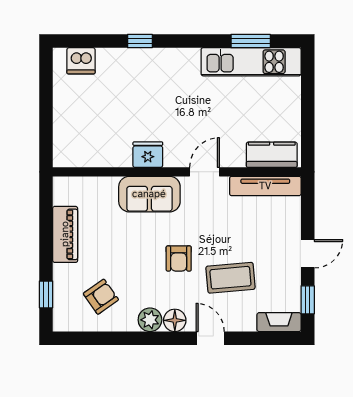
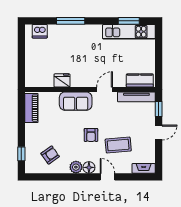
window: (140, 41) -> (71, 21), width x2.17
fridge: (148, 155) -> (62, 80), moved
piano: (65, 234) -> (31, 108), moved
window: (308, 300) -> (159, 109), moved

